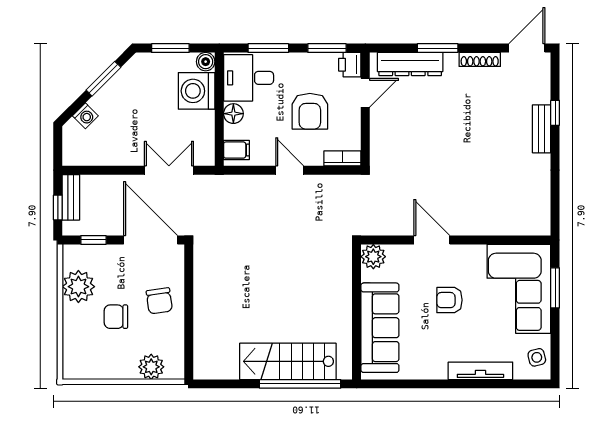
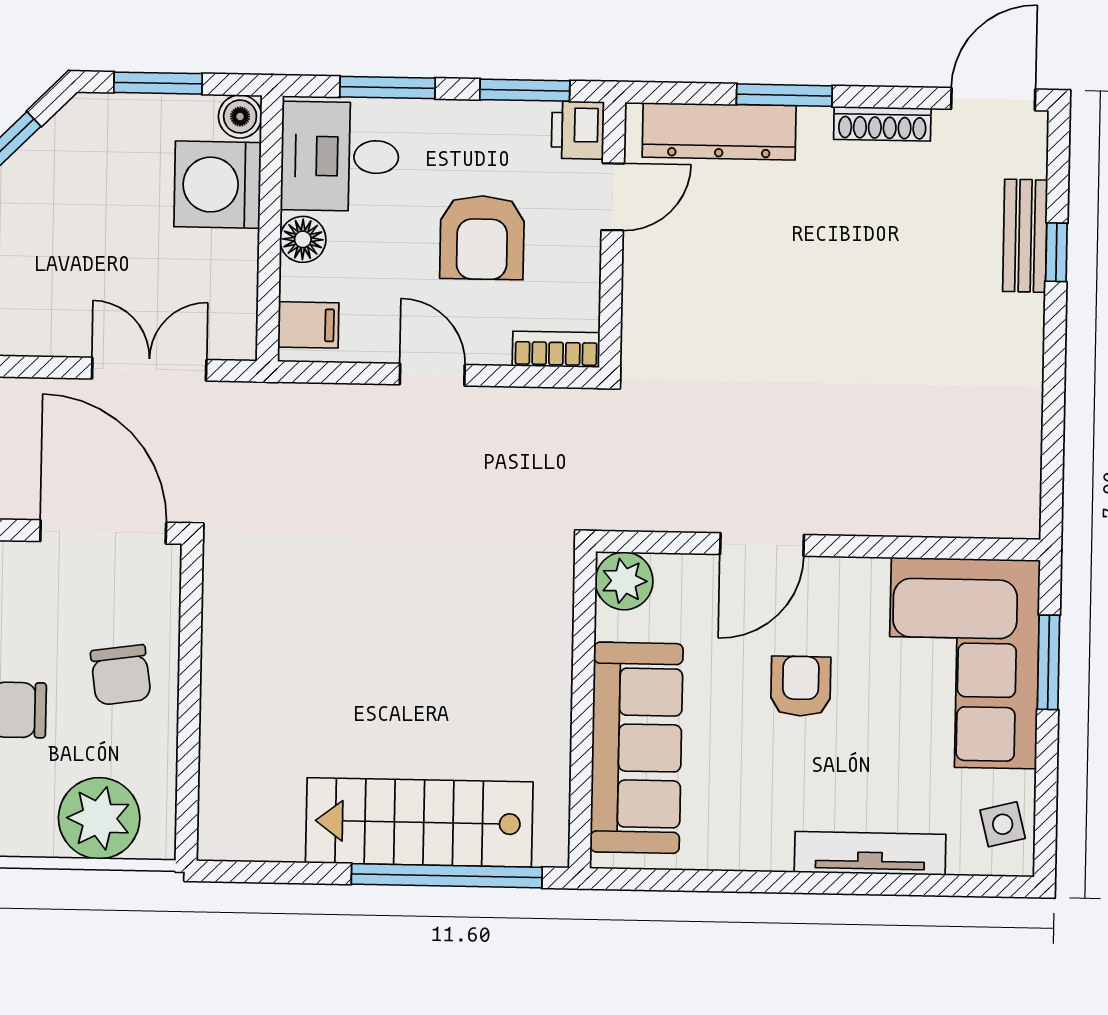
bench: (542, 129) -> (1025, 236), moved
door: (432, 240) -> (762, 544), swing flipped
armchair: (449, 300) -> (801, 686), turned 90
plant: (151, 367) -> (99, 818), width x1.36, depth x1.36

